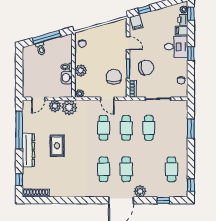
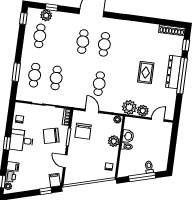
desk: (176, 47) -> (22, 140), moved
cafe table: (126, 128) -> (35, 75), moved
window: (19, 130) -> (182, 76), moved
plant: (140, 191) -> (46, 15), moved

